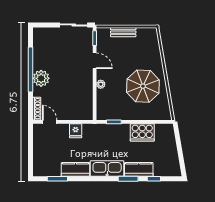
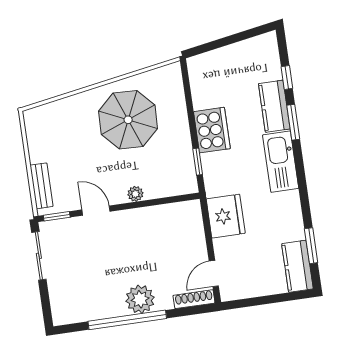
bench: (123, 32) -> (41, 186), moved
door: (95, 61) -> (96, 211), hinge flipped
fridge: (76, 131) -> (226, 216), width x1.88, depth x1.34
cooker: (142, 132) -> (212, 130), moved
kitchen counter: (75, 169) -> (297, 266), moved

